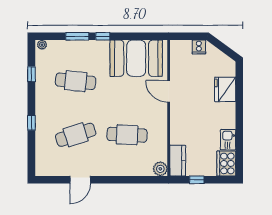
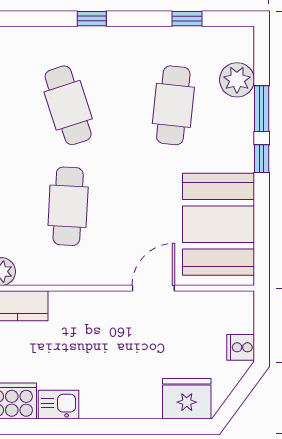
plant: (42, 45) -> (237, 80), moved, width x1.88, depth x1.88
fridge: (225, 89) -> (187, 399), moved

